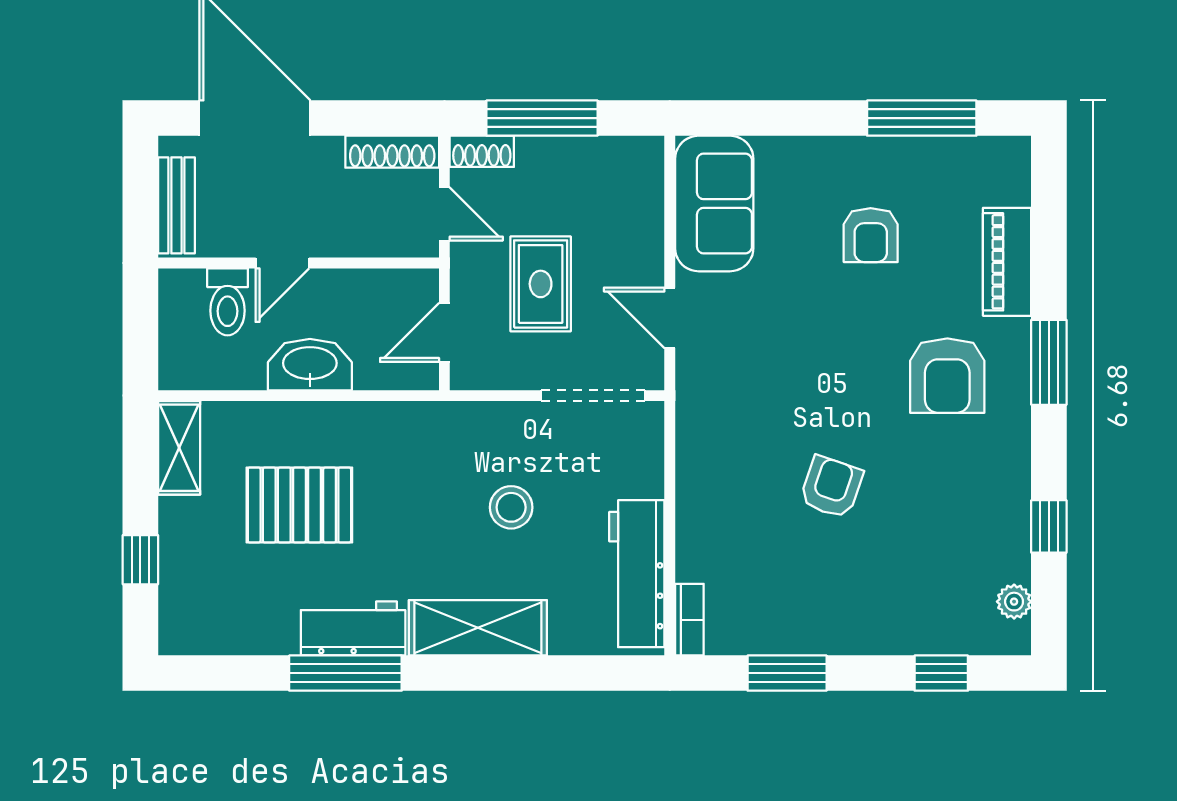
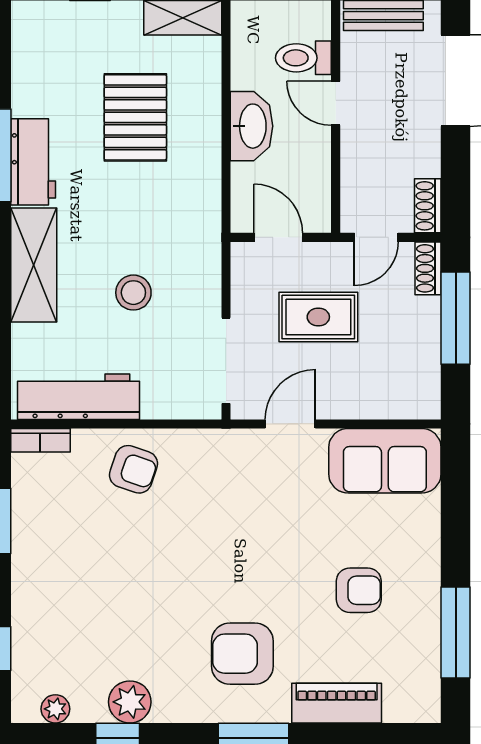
shoe rack: (392, 152) -> (428, 206), width x0.70
armchair: (871, 235) -> (359, 590), turned 180
armchair: (831, 487) -> (134, 469), moved
plant: (1006, 512) -> (130, 702), added

